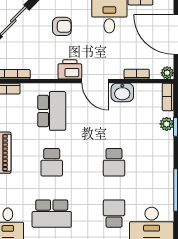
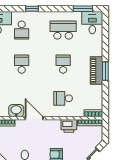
printer: (70, 69) -> (69, 126), moved
school desk: (52, 111) -> (63, 98), width x0.54

